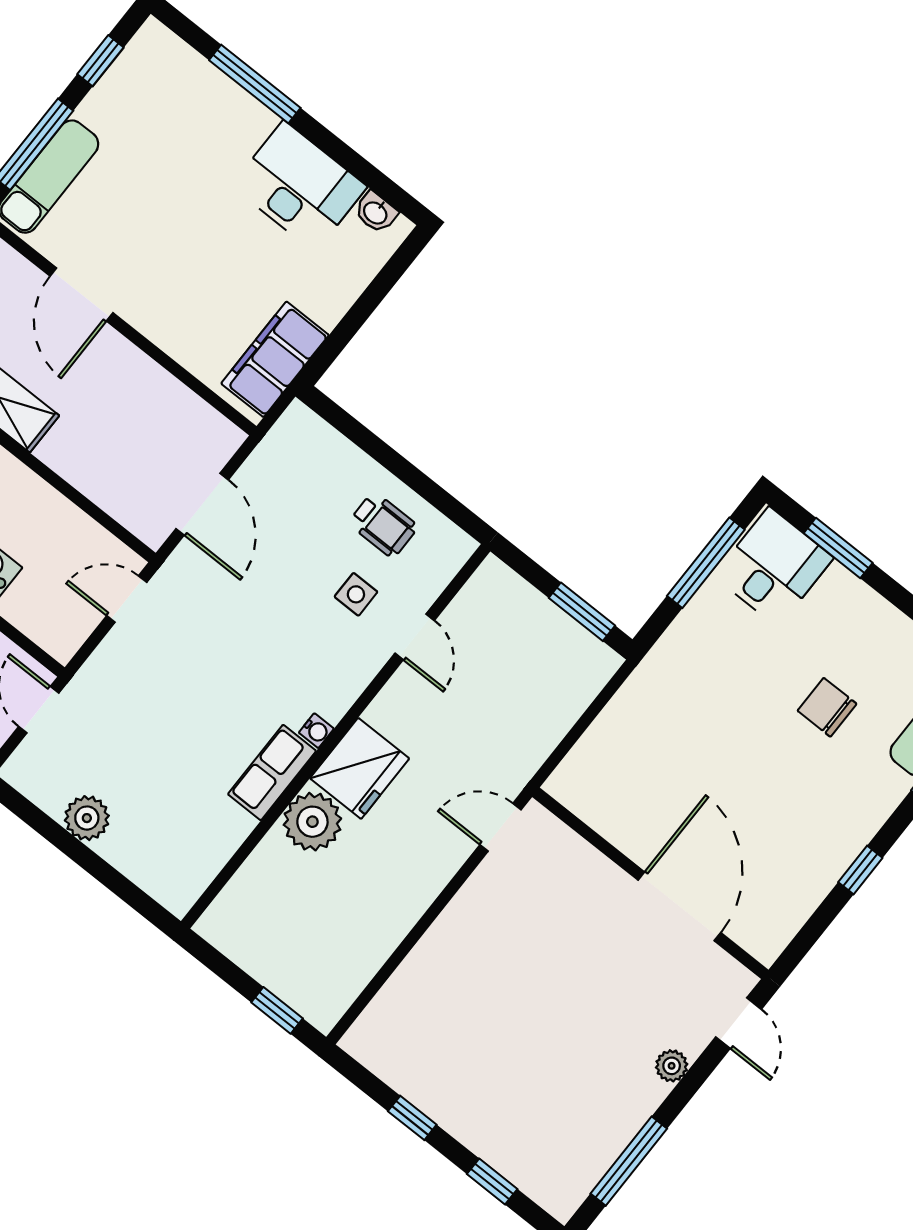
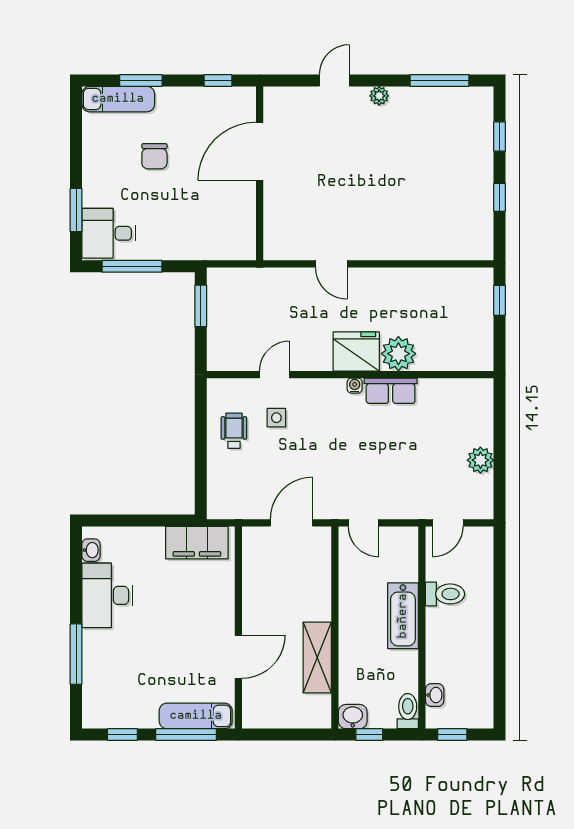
wall: (650, 883) -> (260, 173), moved
door: (679, 906) -> (260, 151), moved

